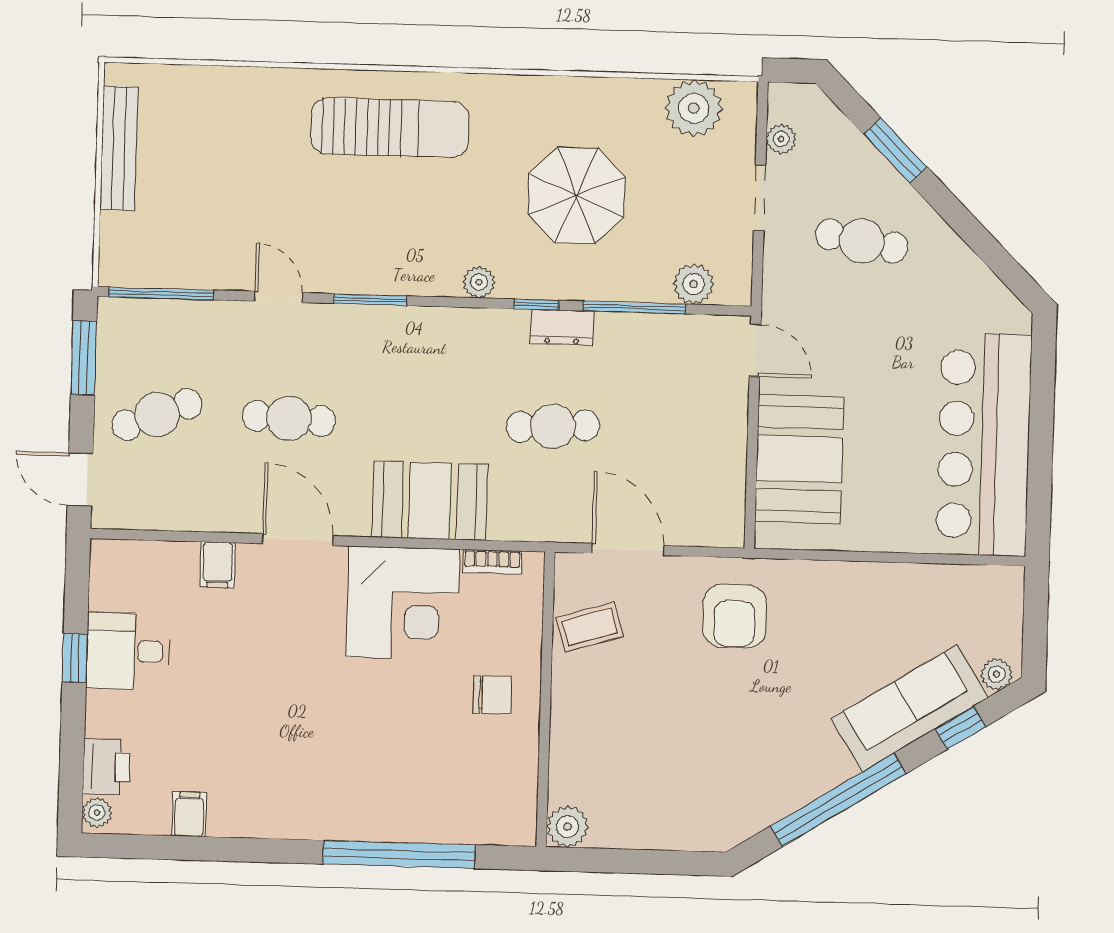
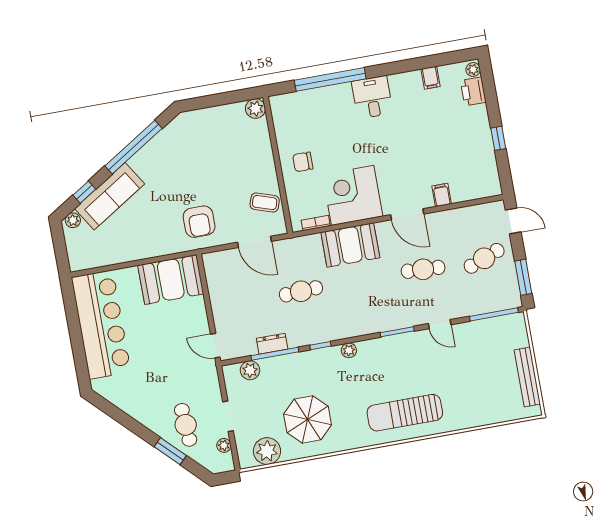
parasol: (576, 195) -> (308, 419), moved
cafe table: (862, 241) -> (186, 425), moved, turned 76
dresser: (562, 327) -> (272, 344), moved
booth: (799, 459) -> (171, 280), moved, turned 90
armchair: (734, 616) -> (199, 222), turned 180
coffee table: (590, 627) -> (265, 203), turned 35
desk: (128, 651) -> (372, 97), moved, turned -90

